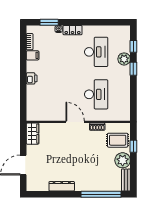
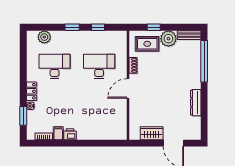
window: (133, 46) -> (98, 27), moved
plant: (124, 59) -> (44, 37), moved
printer: (32, 78) -> (70, 134), moved
wardrobe: (33, 134) -> (152, 133), moved
rug: (118, 140) -> (147, 44), turned 90

